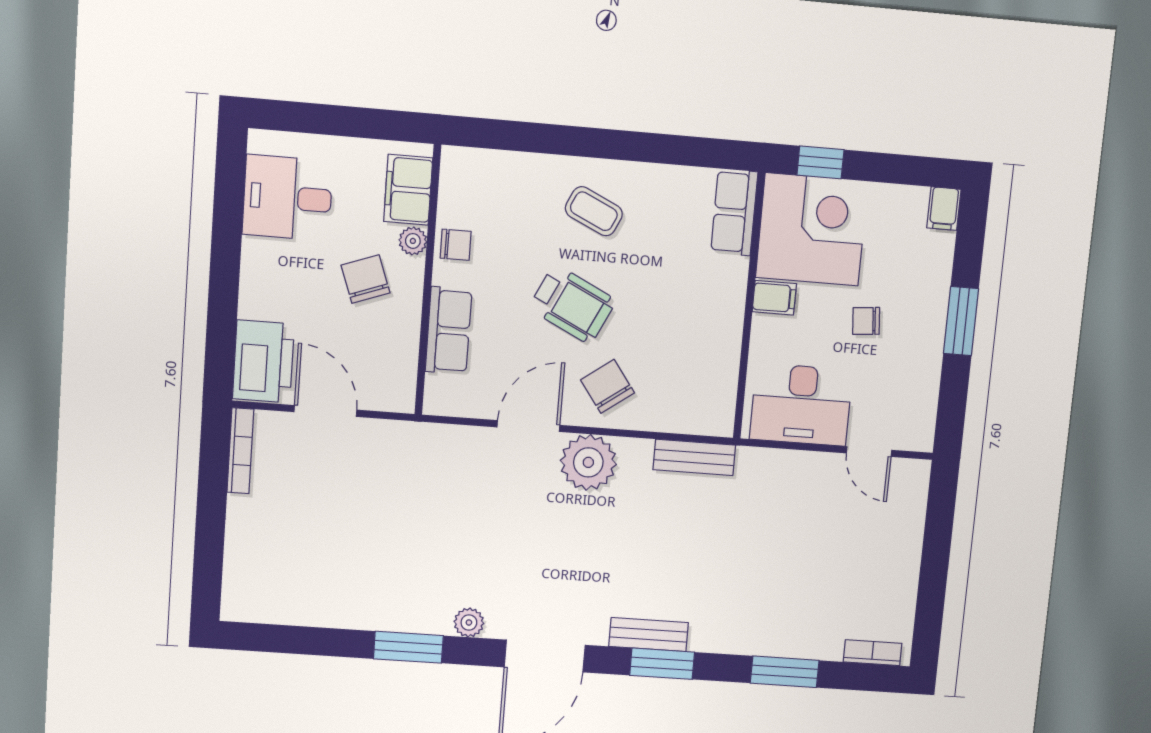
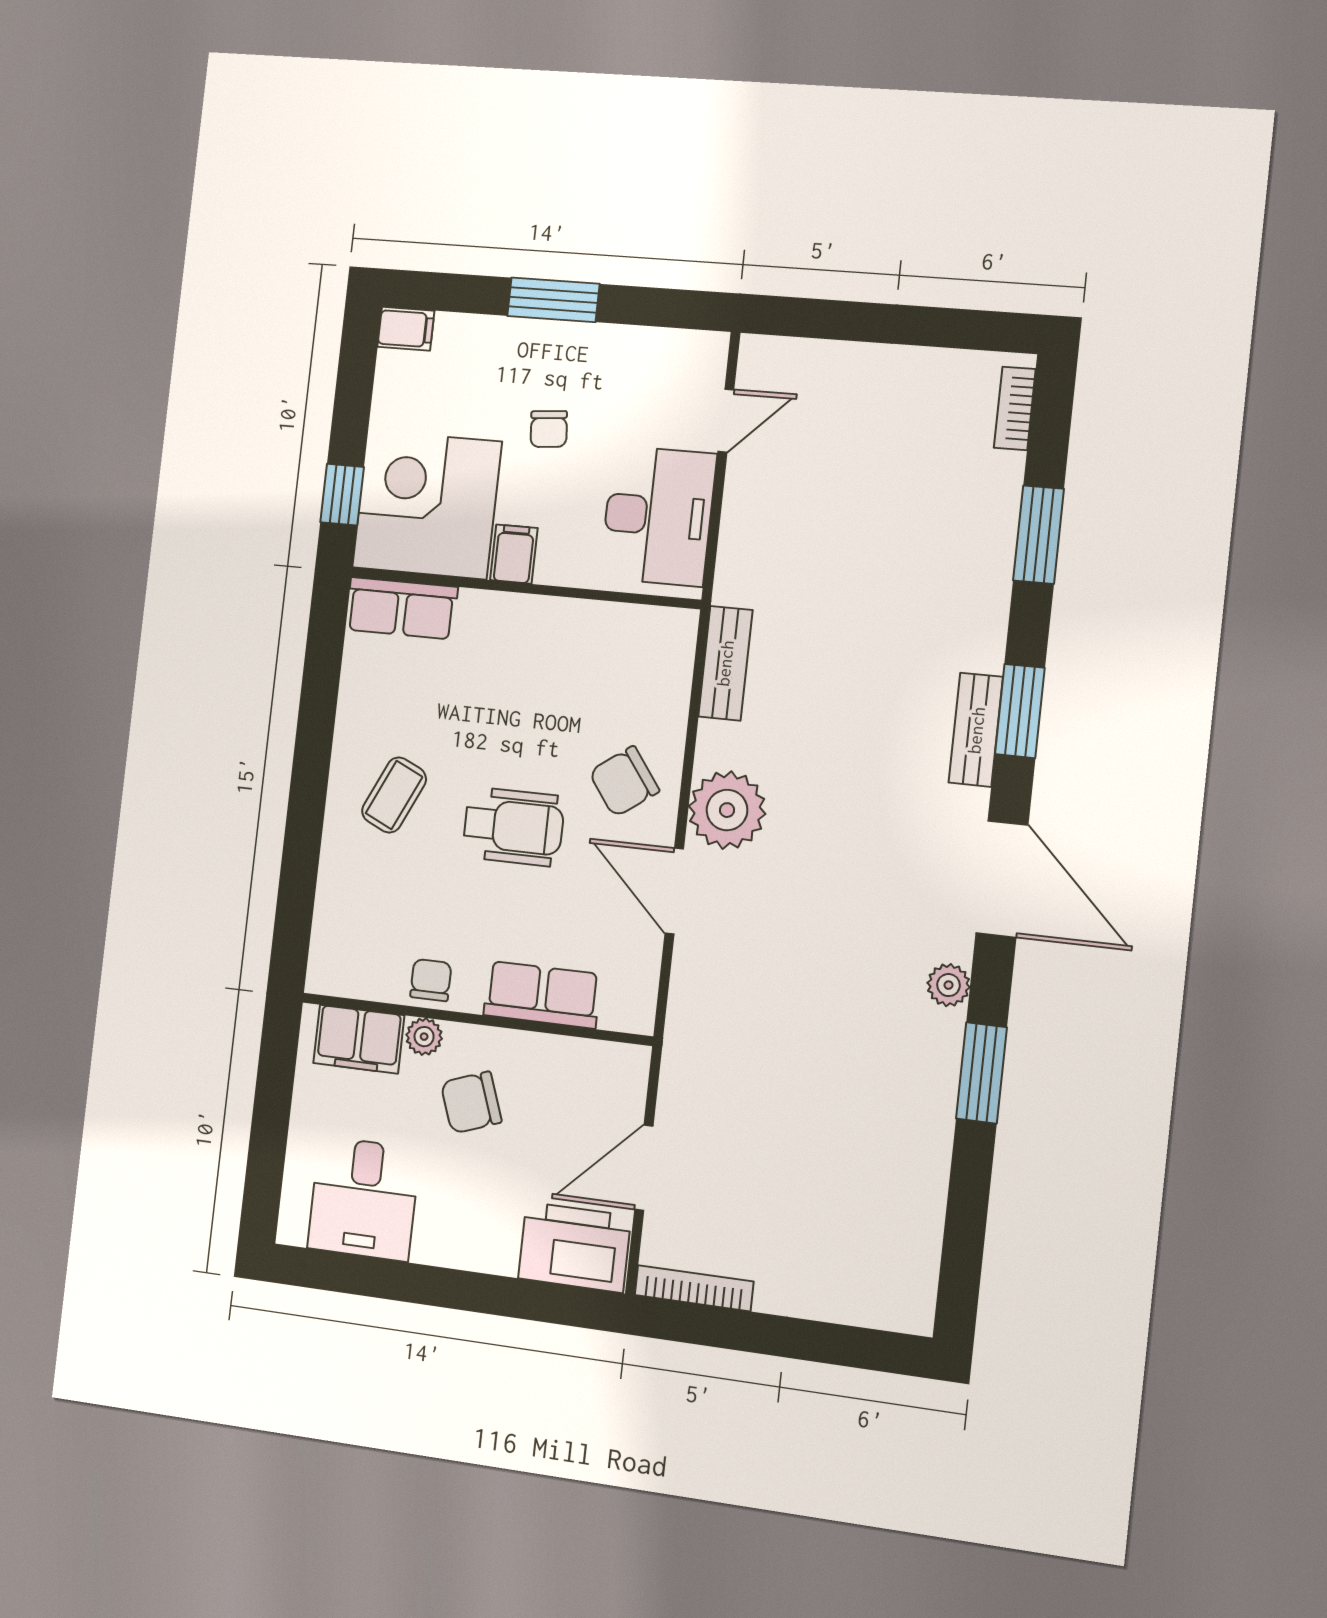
wheelchair: (572, 304) -> (513, 827), turned 64

